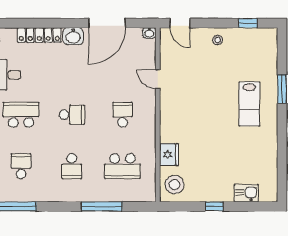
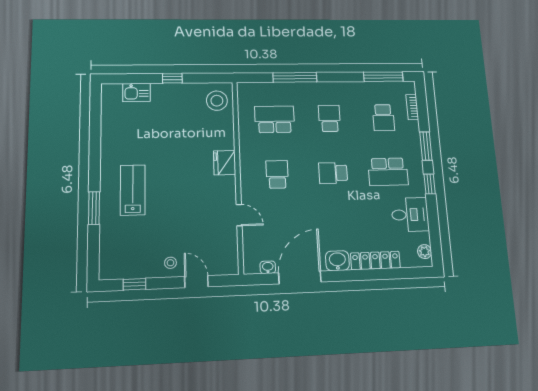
door: (180, 23) -> (196, 282), moved
washbasin: (149, 33) -> (268, 267), moved
school desk: (123, 115) -> (277, 174), turned 180
fridge: (169, 155) -> (225, 163), moved

